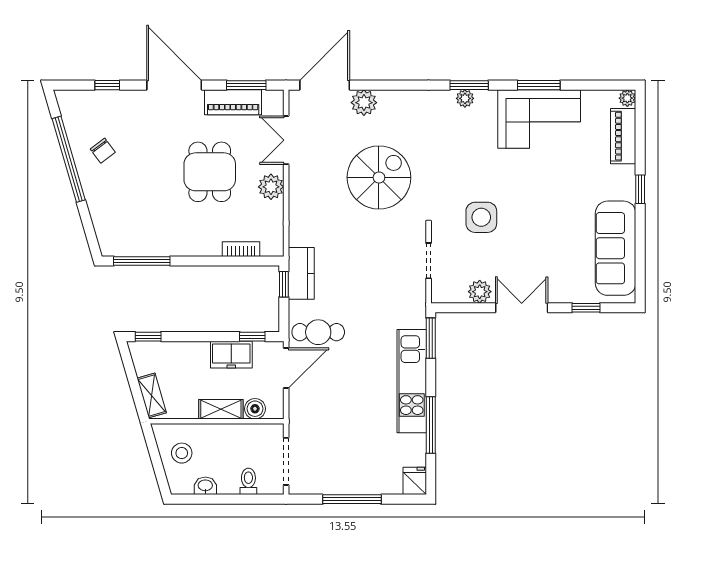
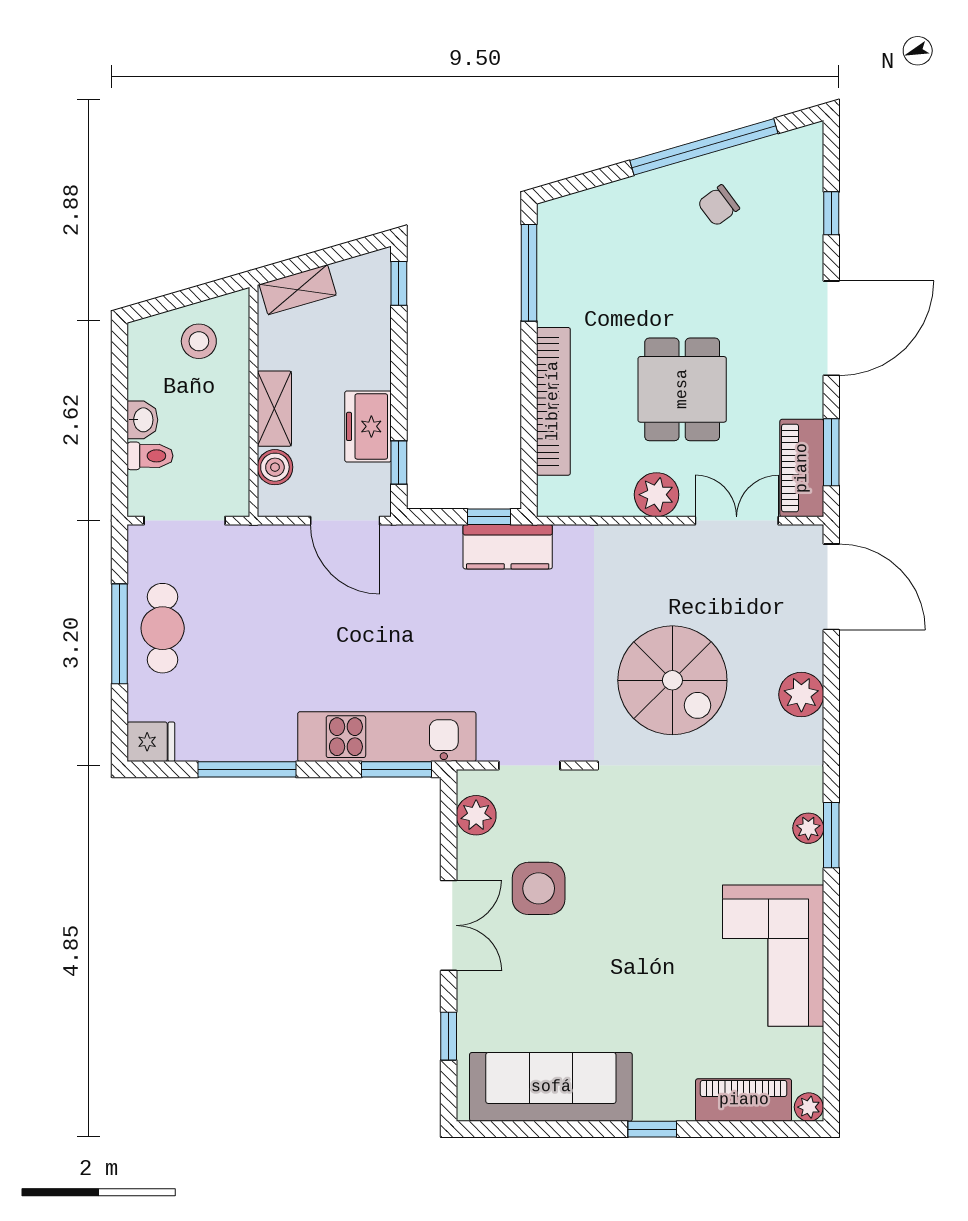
window: (539, 85) -> (831, 955), removed
piano: (233, 102) -> (802, 468), moved
plant: (364, 103) -> (801, 695), moved
dining table: (210, 172) -> (682, 389), turned 90
side table: (481, 217) -> (539, 888), moved
bookcase: (241, 249) -> (553, 401), width x2.31, depth x1.31
plant: (480, 292) -> (476, 815), moved
cafe table: (318, 332) -> (163, 628), moved
kitchen unit: (412, 381) -> (387, 737), moved
washbasin: (205, 486) -> (142, 420), moved

